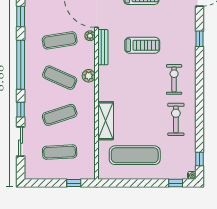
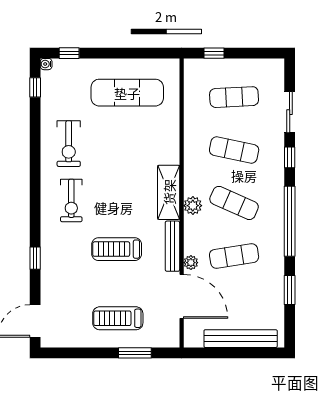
exercise mat: (60, 115) -> (234, 150), turned 30
shelving: (106, 121) -> (169, 192), moved

